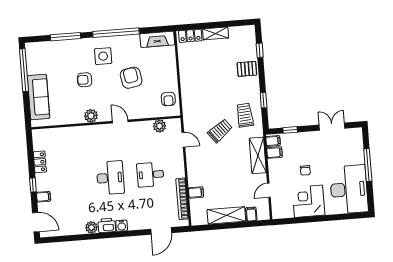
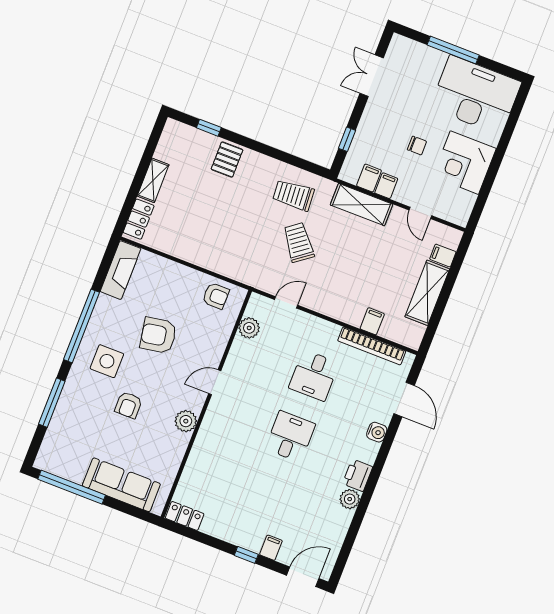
window: (264, 100) -> (285, 157), removed
filing cabinet: (273, 141) -> (386, 186), moved
locker: (40, 162) -> (185, 516), moved
desk: (110, 178) -> (290, 436), width x0.73
water cooler: (122, 226) -> (377, 432), moved

